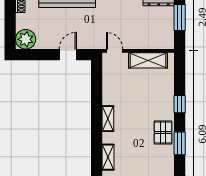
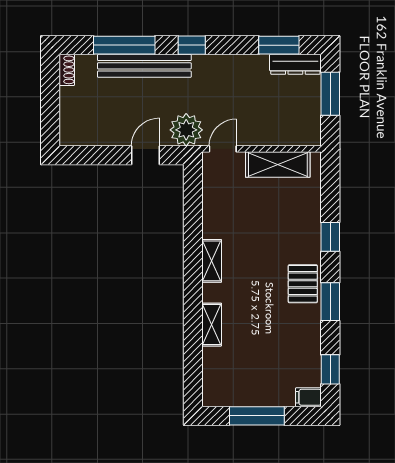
plant: (26, 39) -> (186, 130), moved
door: (115, 51) -> (223, 149), hinge flipped

